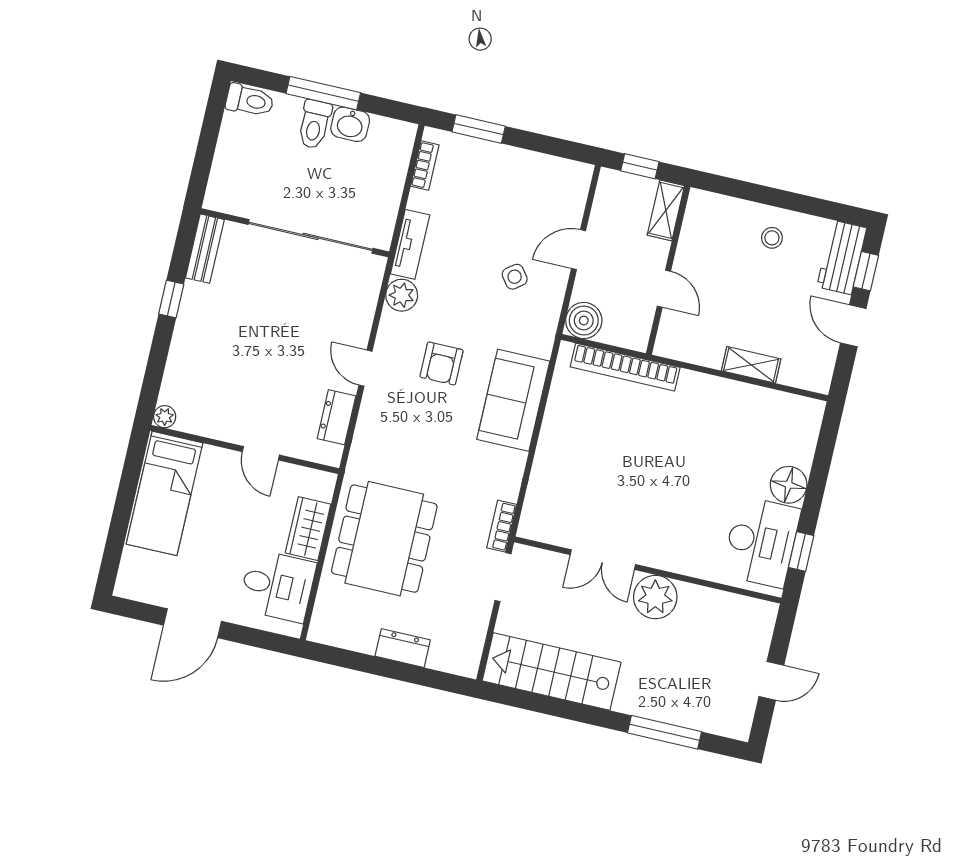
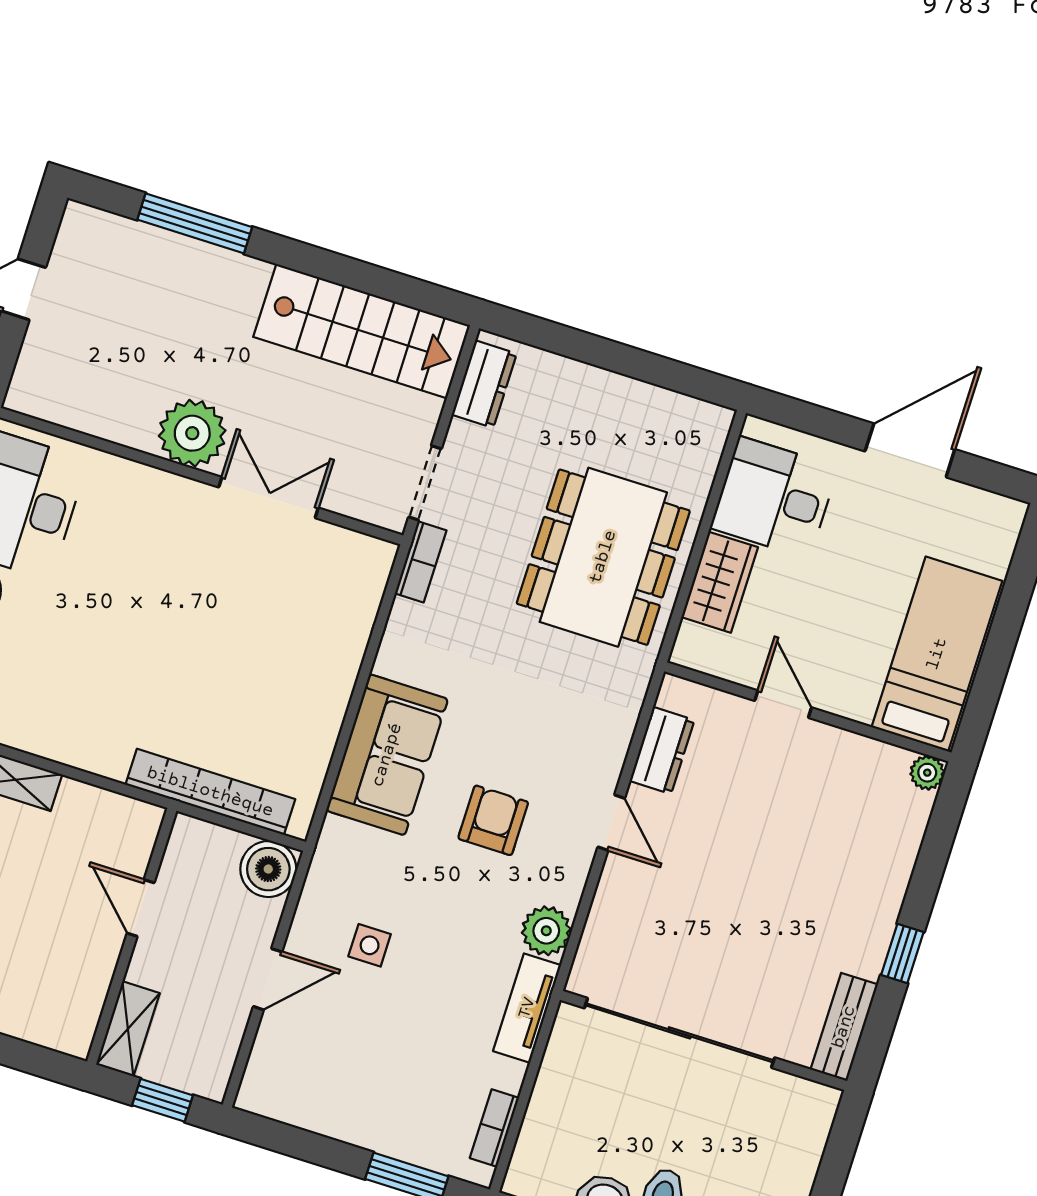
side table: (515, 277) -> (370, 945), turned 37
dresser: (403, 648) -> (484, 384), moved, turned -90

